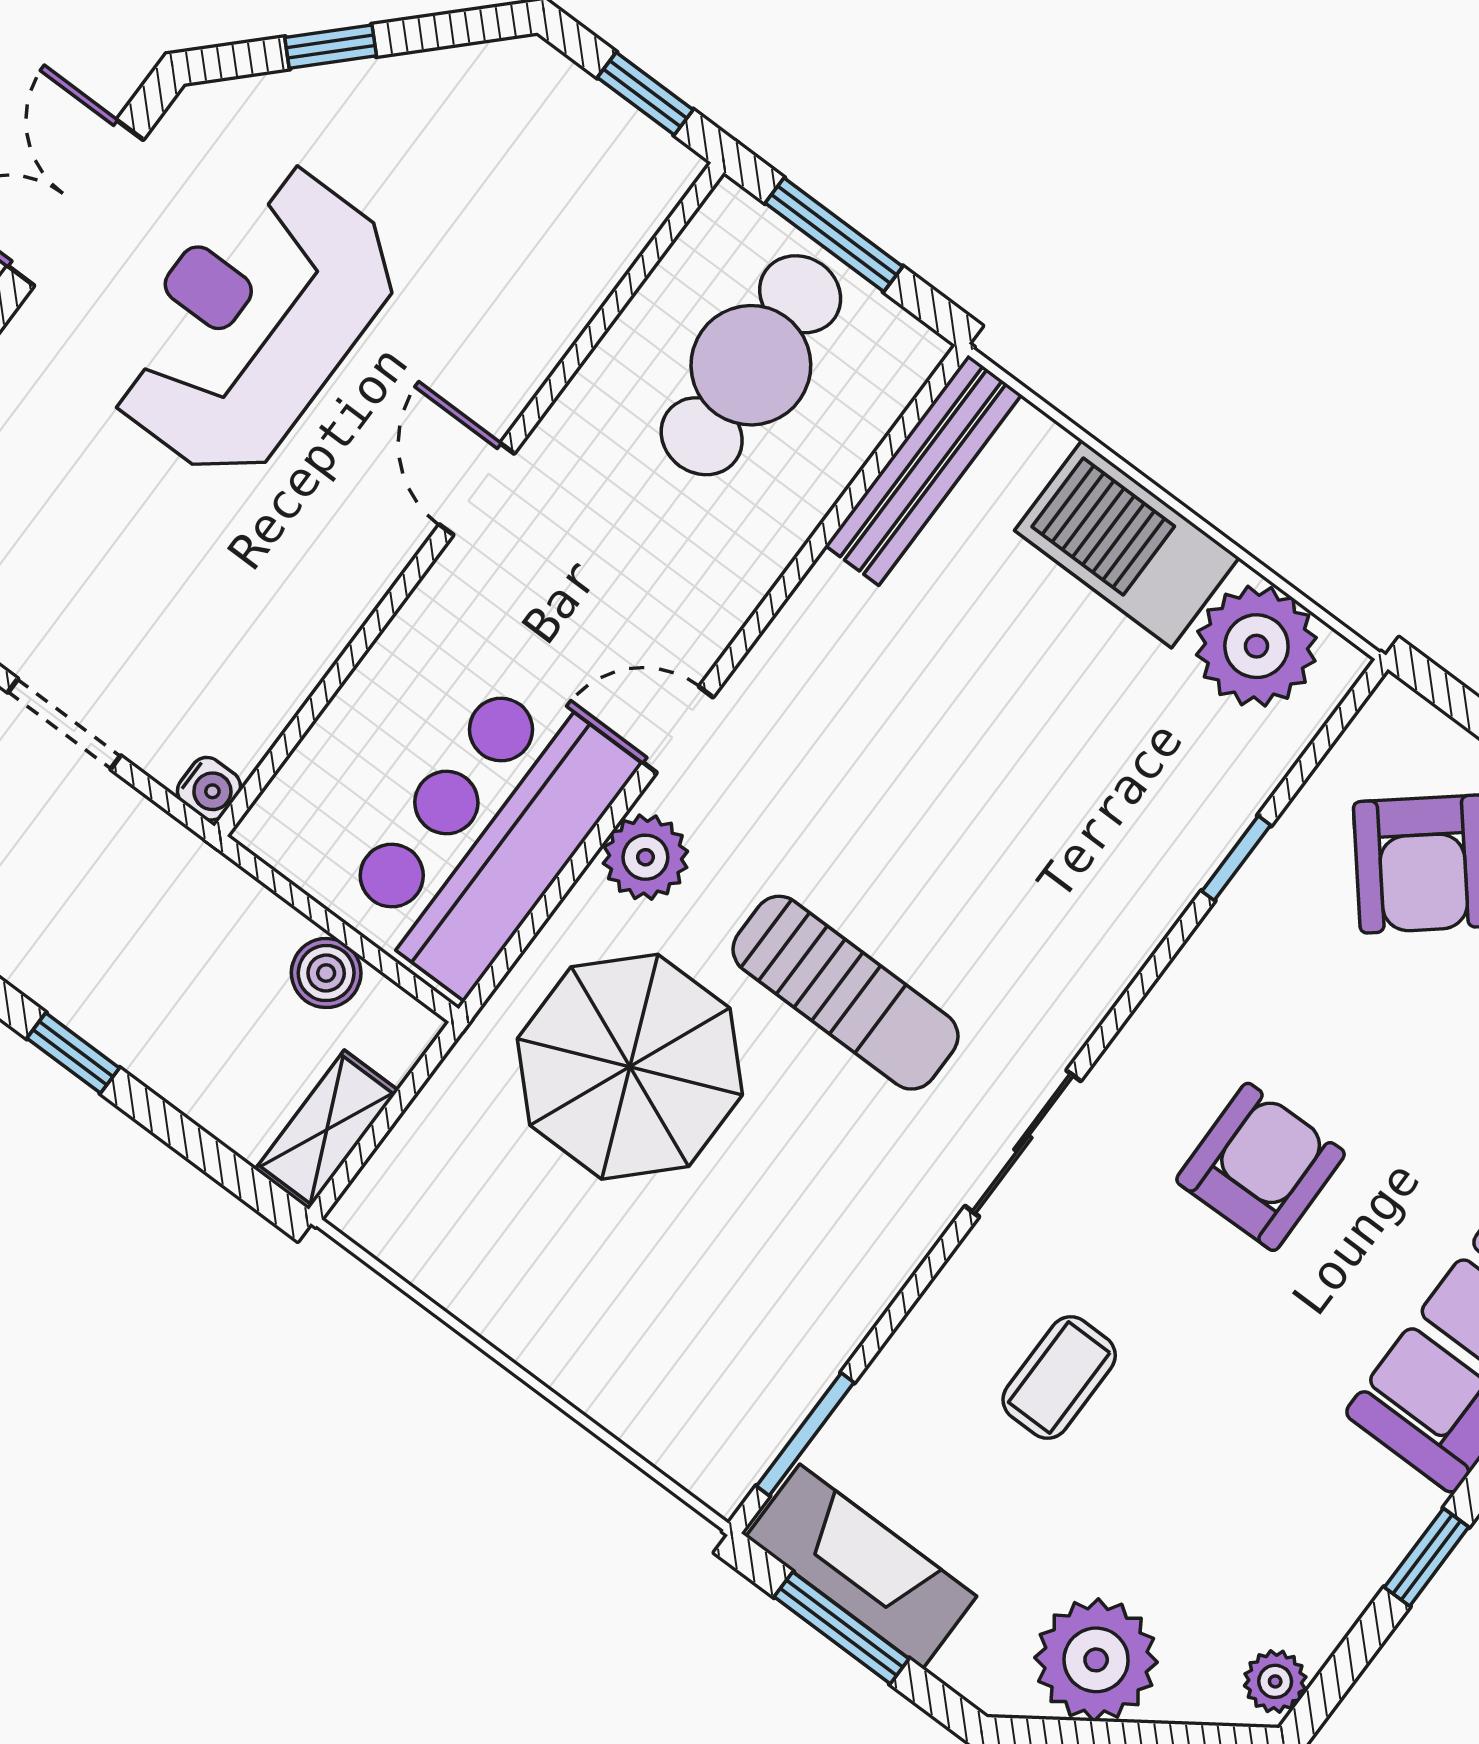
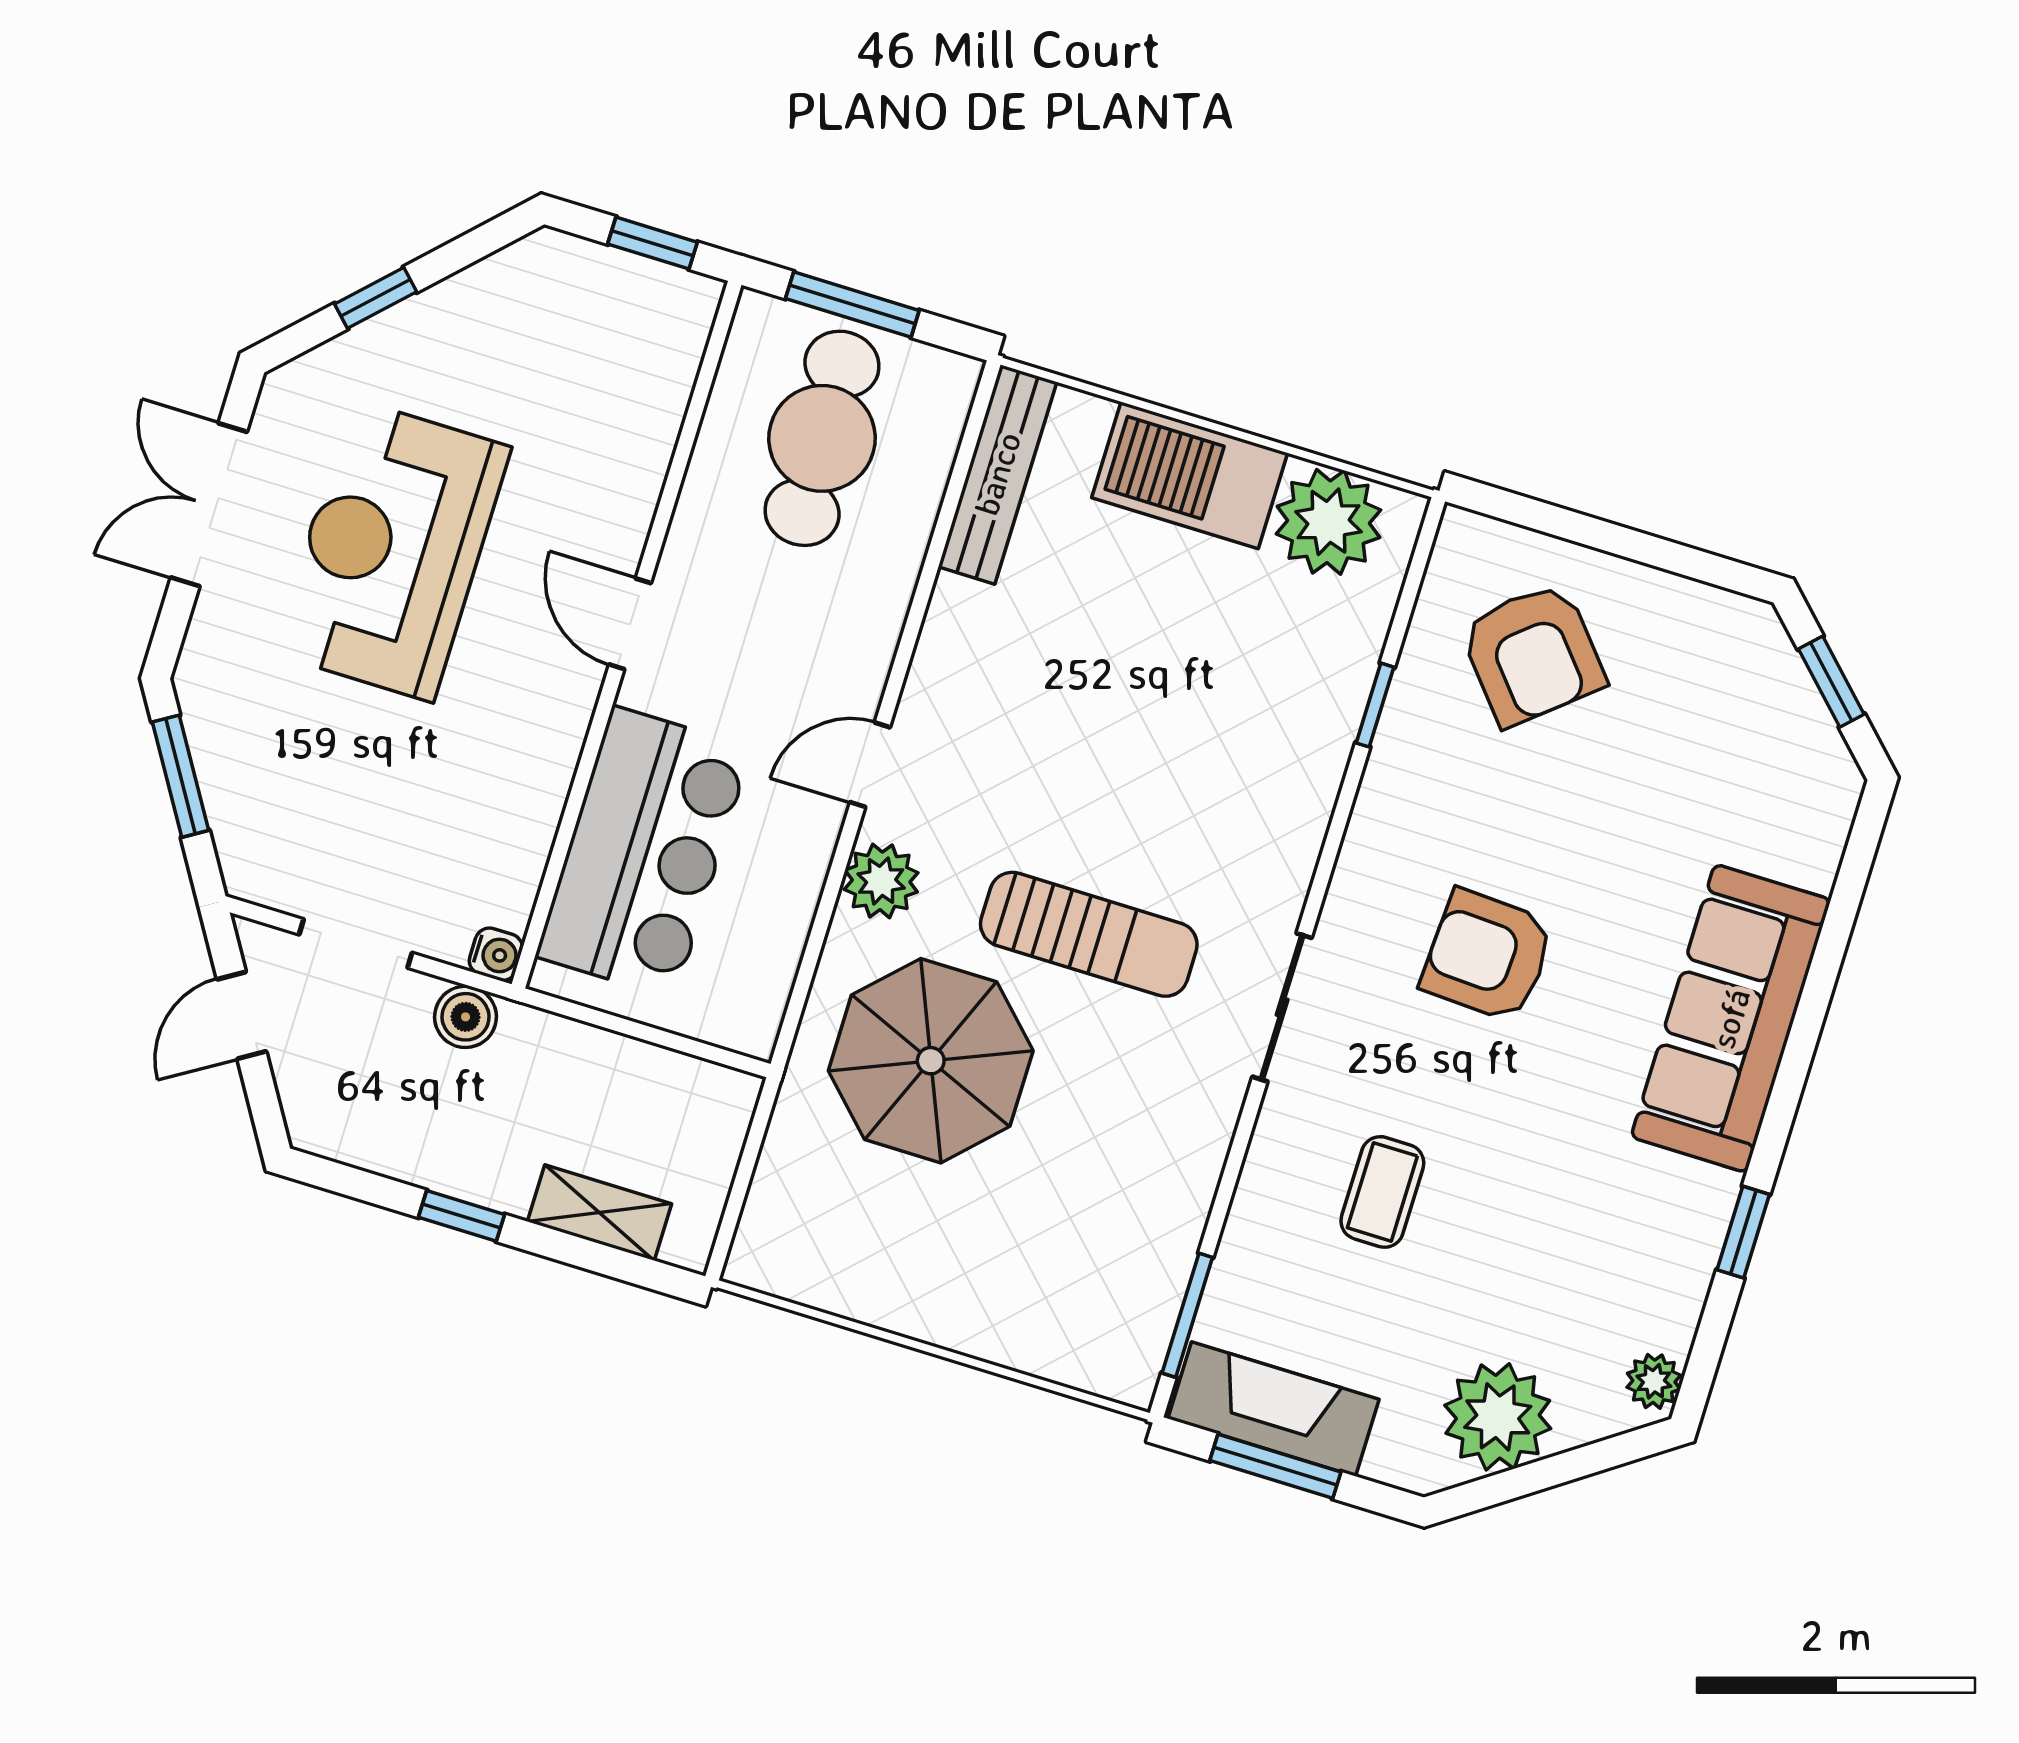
bar counter: (487, 833) -> (644, 852), moved, turned 180
boiler: (326, 973) -> (466, 1017), moved
shelving: (327, 1130) -> (600, 1213), moved, turned 90
armchair: (1261, 1167) -> (1488, 956), turned -86

